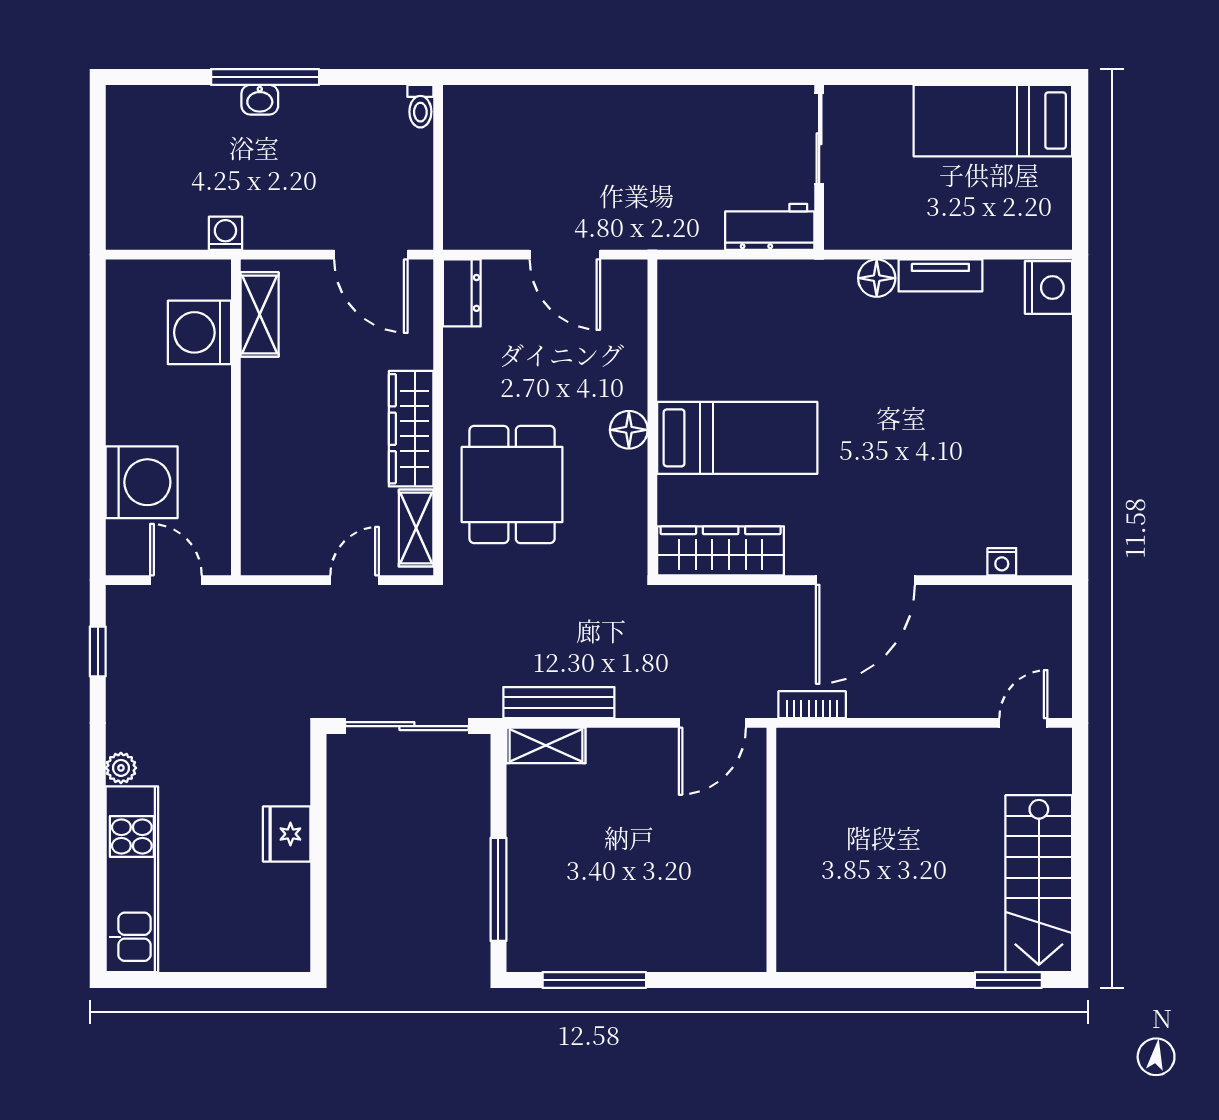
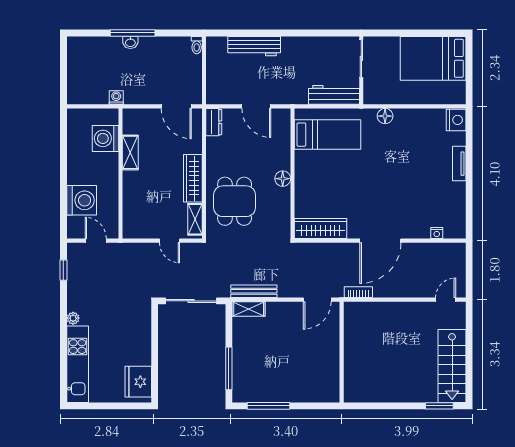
workbench: (559, 109) -> (254, 46), added
bed: (993, 121) -> (433, 58), width x1.50
workbench: (770, 227) -> (334, 95), width x1.38
tv unit: (940, 275) -> (459, 164), moved, turned 90
shelving: (260, 314) -> (130, 152), moved
bed: (737, 438) -> (328, 135), moved
door: (355, 580) -> (170, 241), swing flipped
fridge: (287, 834) -> (138, 382), moved, width x1.36, depth x1.34

